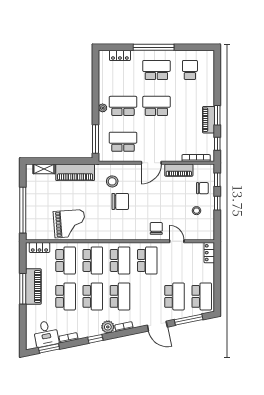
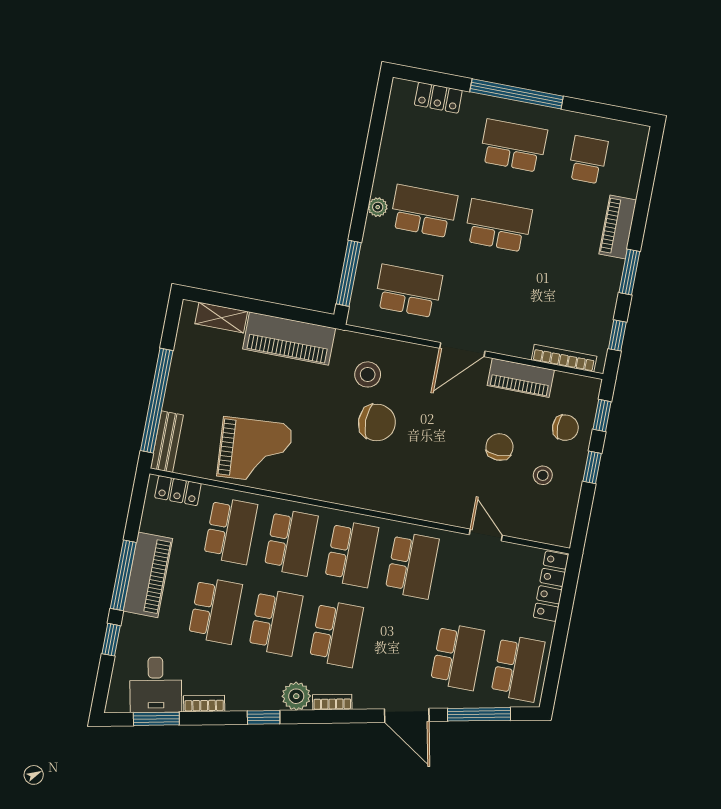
piano: (208, 120) -> (618, 227), moved
bench: (31, 227) -> (167, 442), added
chair: (156, 228) -> (499, 447), moved
locker: (209, 253) -> (551, 586), width x1.53
window: (23, 318) -> (111, 640), added

